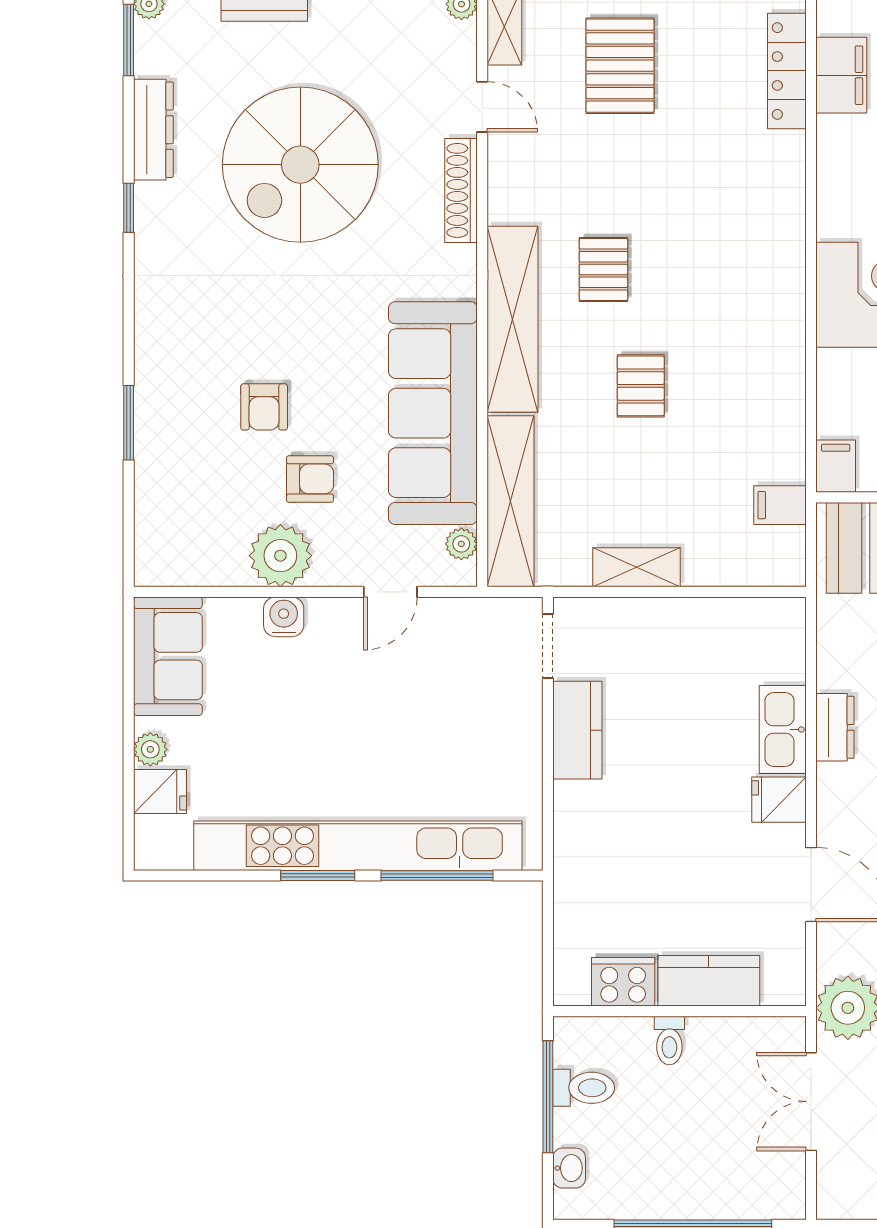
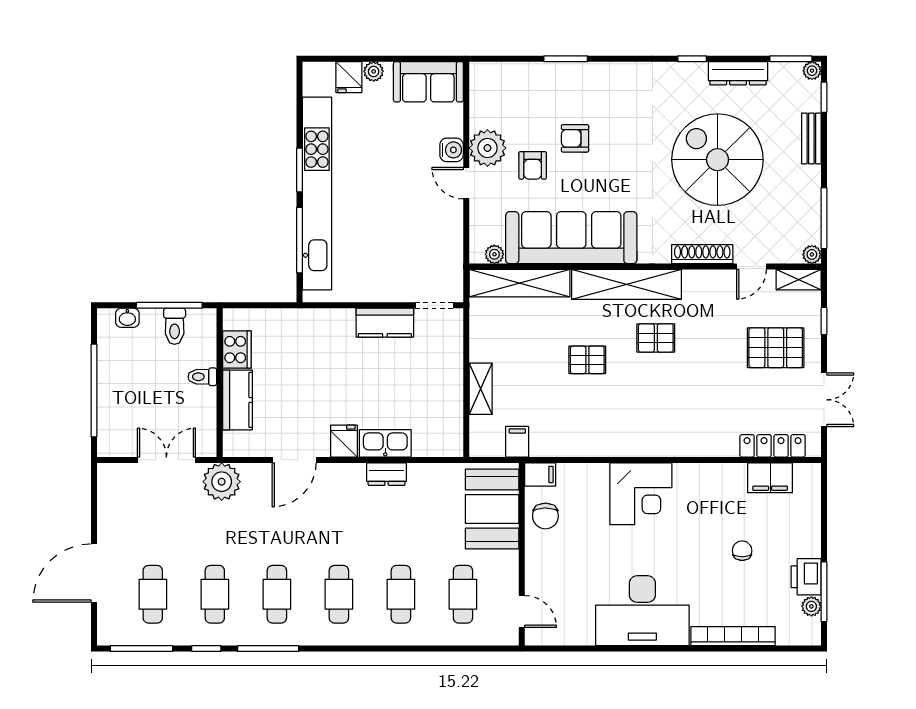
shelving: (637, 567) -> (481, 389), moved
door: (390, 592) -> (466, 183), moved

